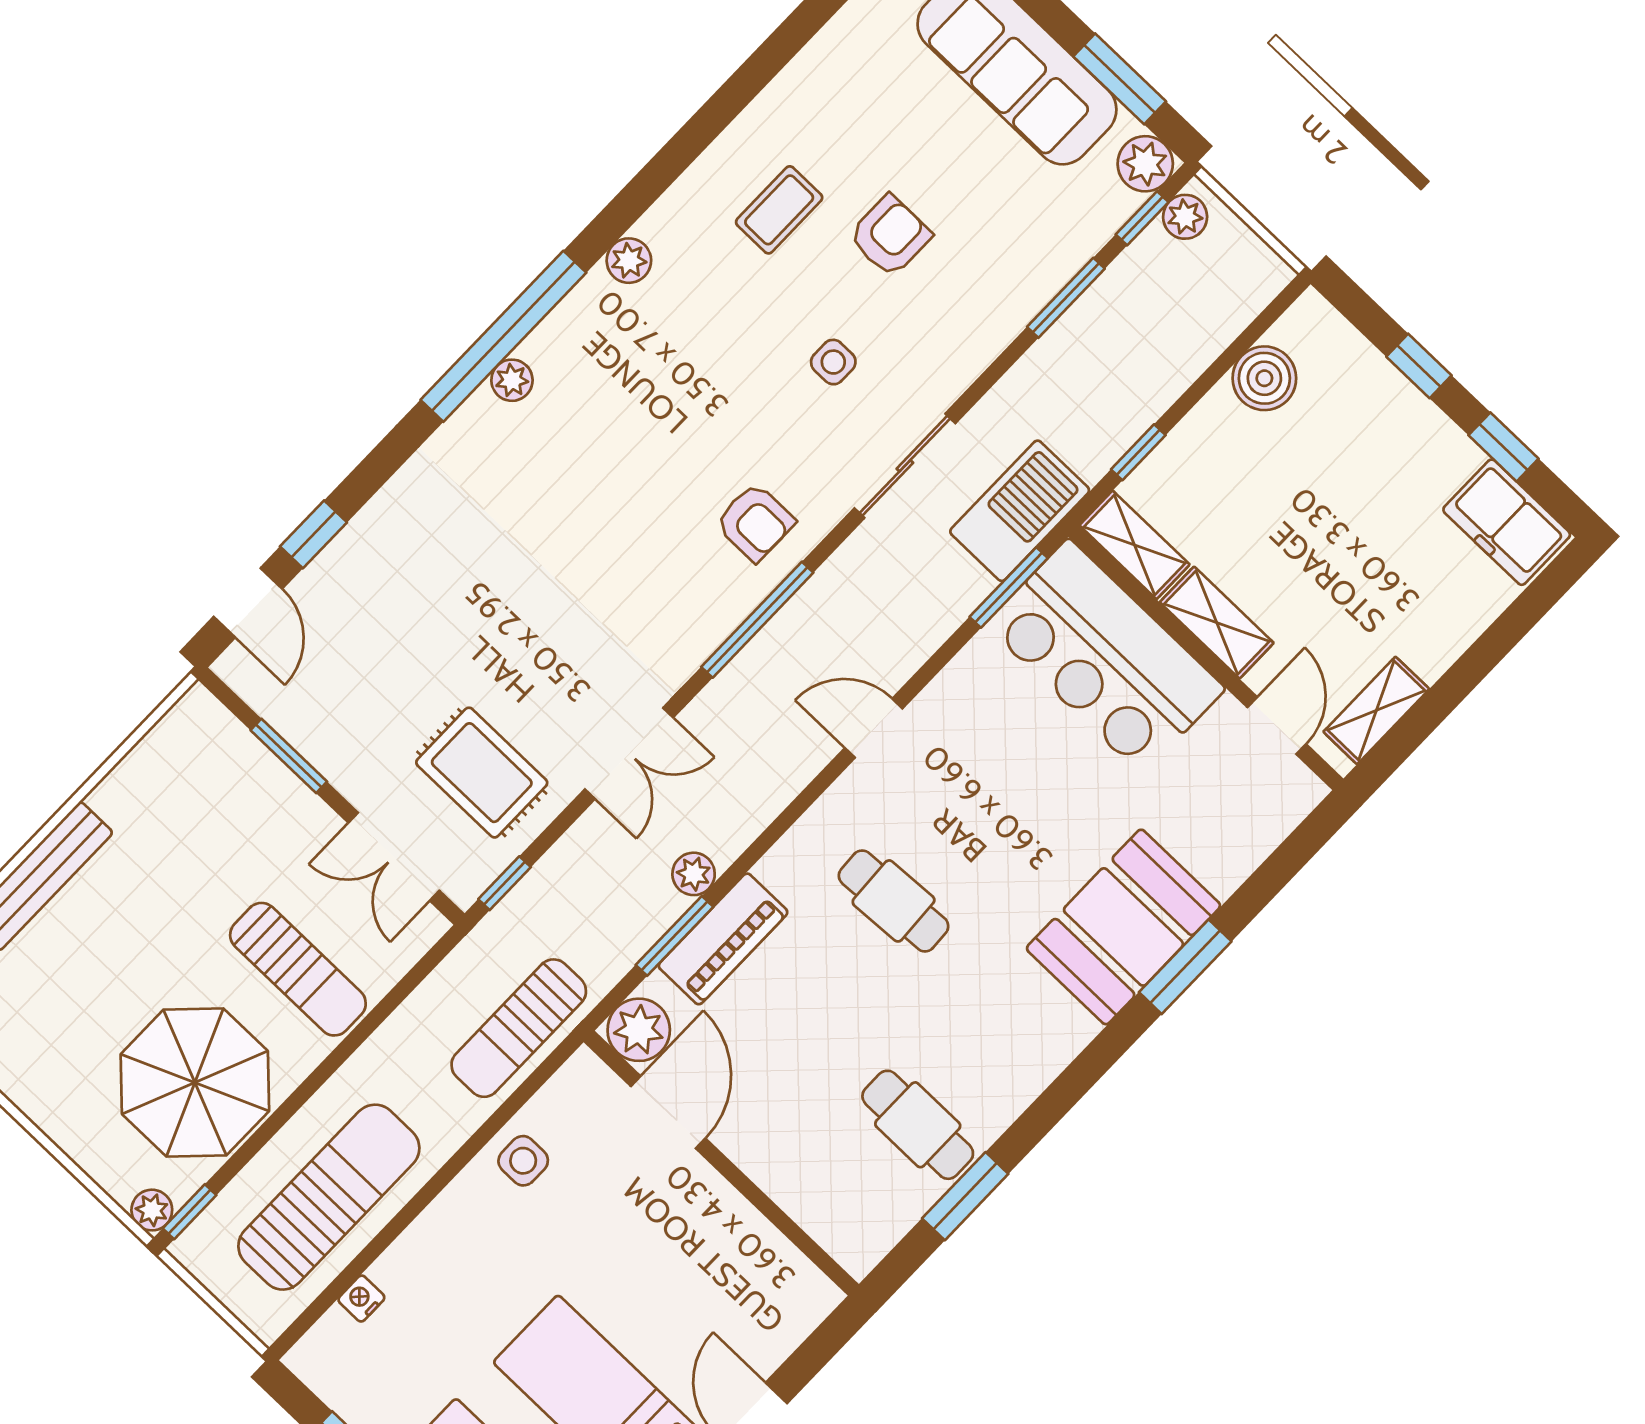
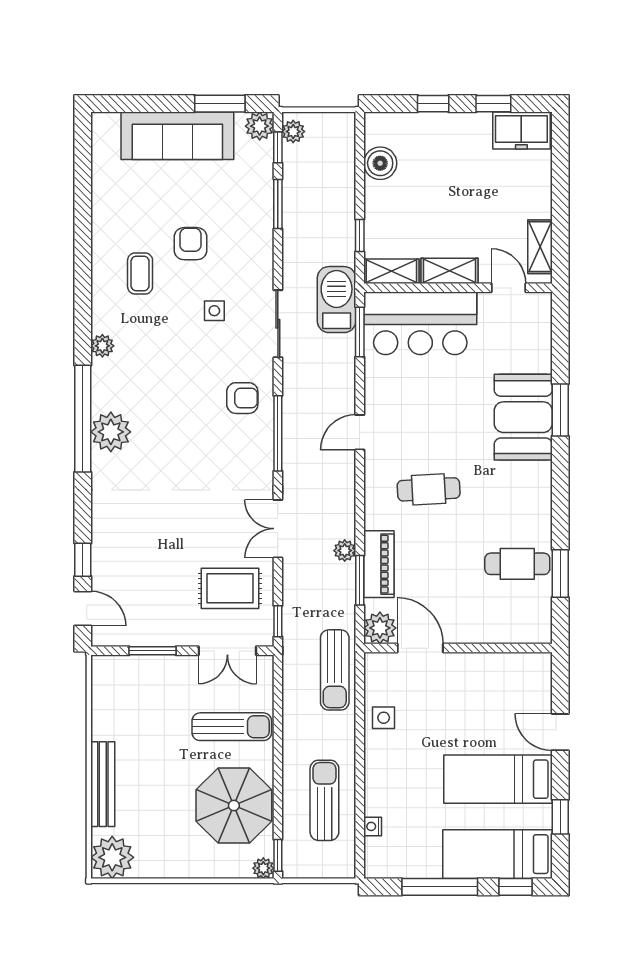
plant: (512, 380) -> (111, 432), width x1.88, depth x1.88
double door: (629, 753) -> (278, 529), swing flipped
sun lounger: (329, 1197) -> (324, 800), width x0.73, depth x0.75

